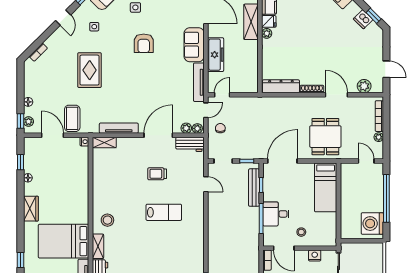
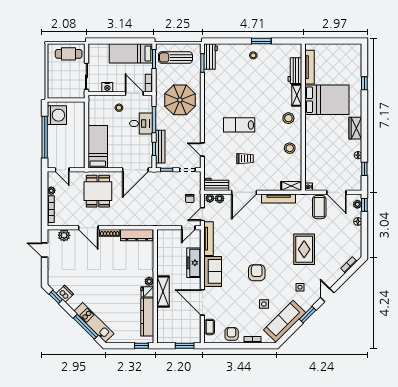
stool: (106, 186) -> (290, 148), added
parasol: (232, 241) -> (180, 100), added

